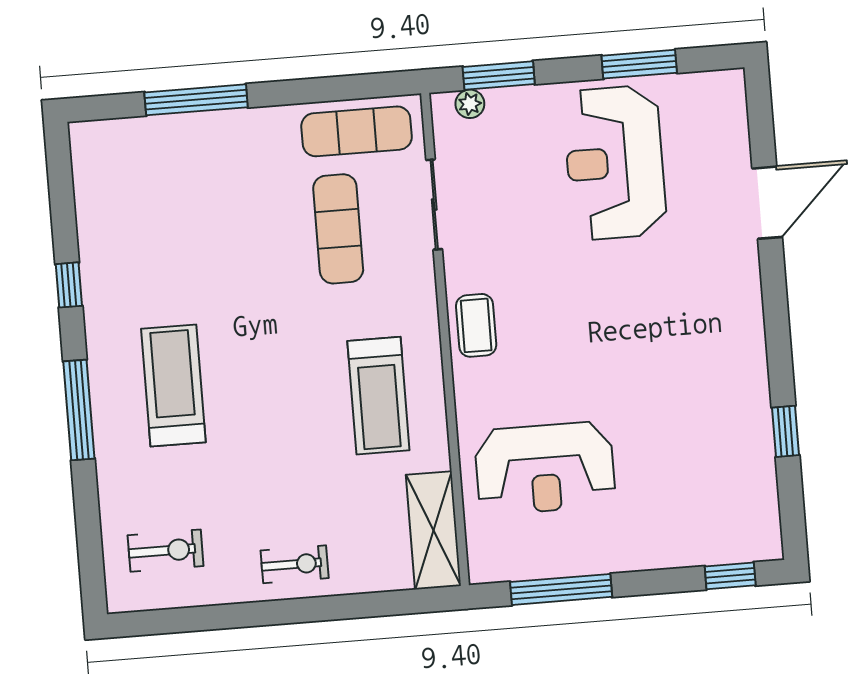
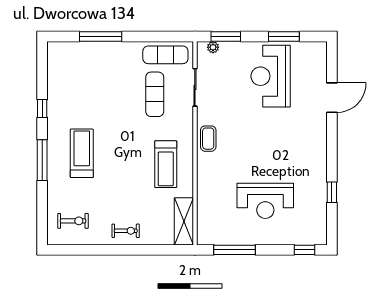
reception desk: (545, 468) -> (265, 201), moved

